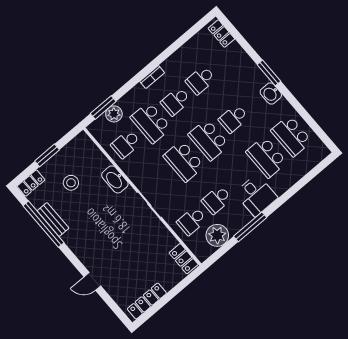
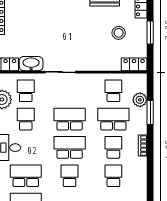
window: (103, 107) -> (150, 112), moved
locker: (87, 146) -> (134, 64), added
washbasin: (115, 179) -> (31, 64), moved

